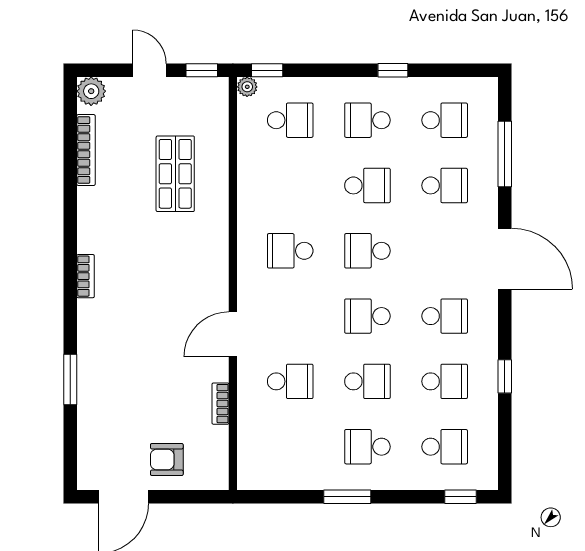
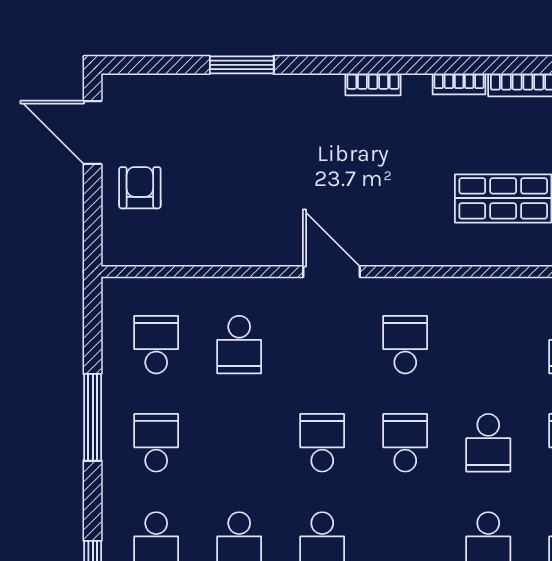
door: (233, 334) -> (332, 272), moved
school desk: (367, 381) -> (156, 345), moved, turned 180
bookcase: (220, 404) -> (459, 84), moved, turned 180
window: (347, 497) -> (93, 417), width x1.44

